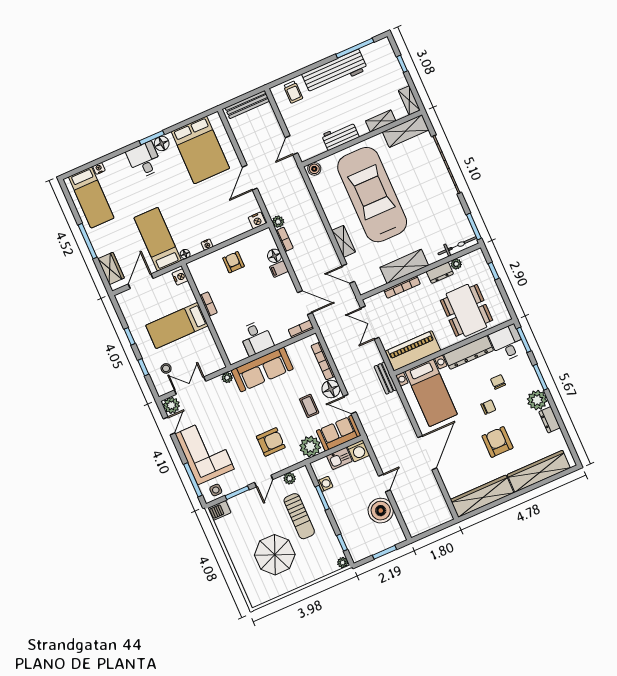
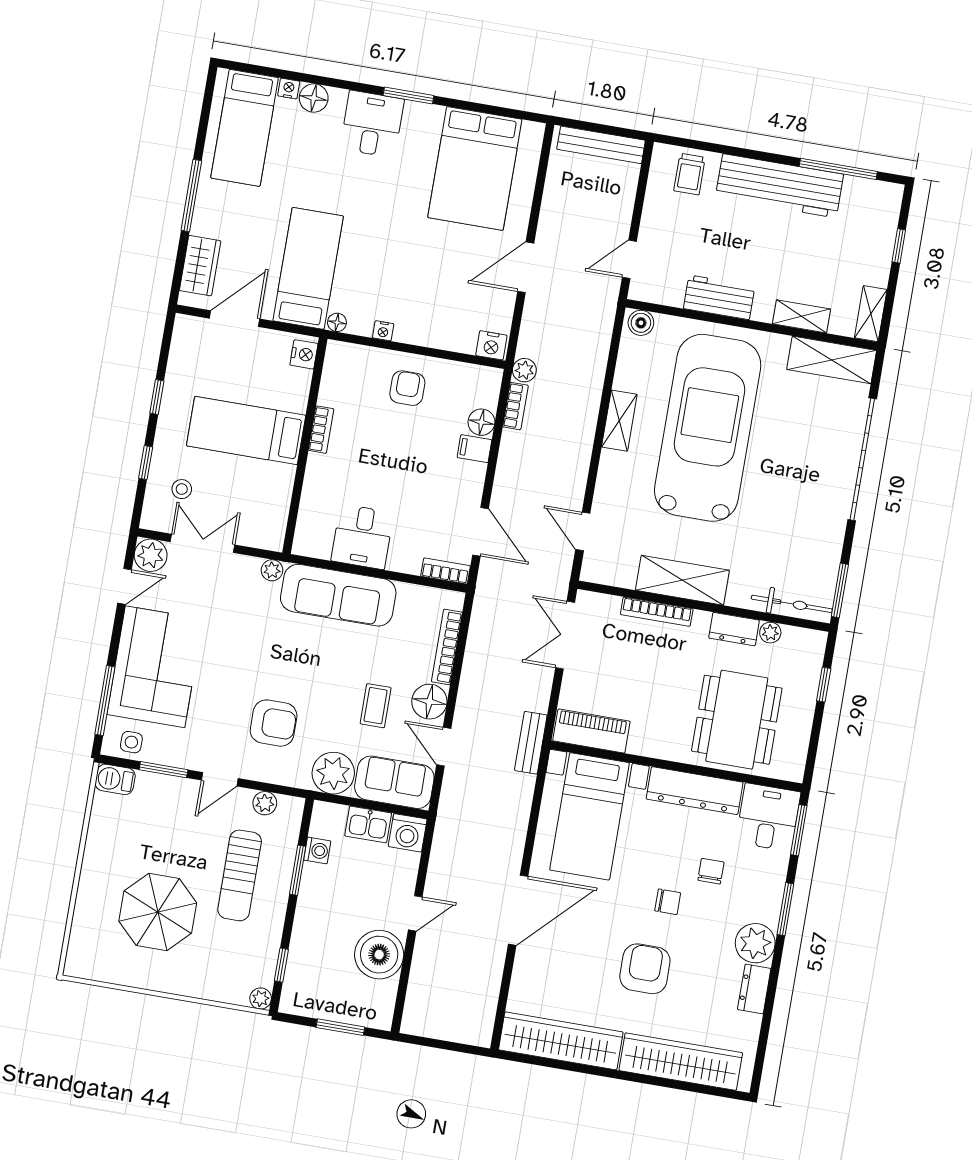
floor lamp: (162, 144) -> (314, 98), moved
shelving: (344, 241) -> (619, 421), moved
piano: (413, 351) -> (591, 731), width x0.73, depth x0.75

